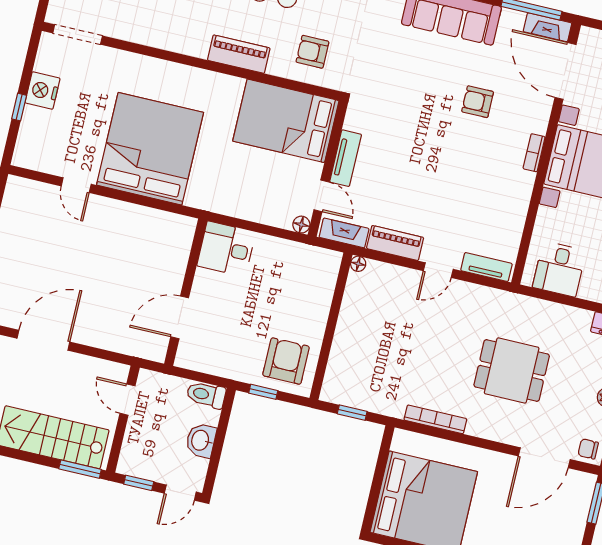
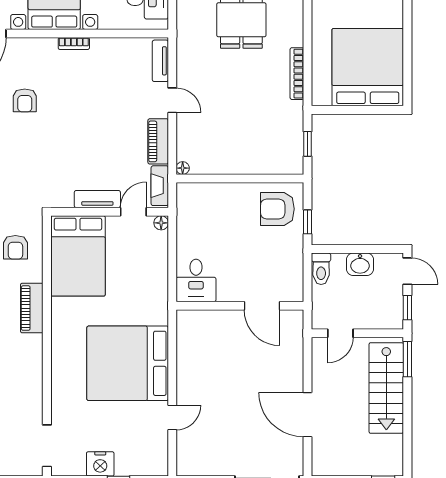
bookcase: (534, 153) -> (74, 44), moved

